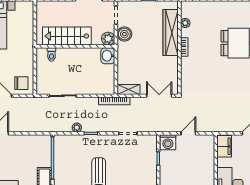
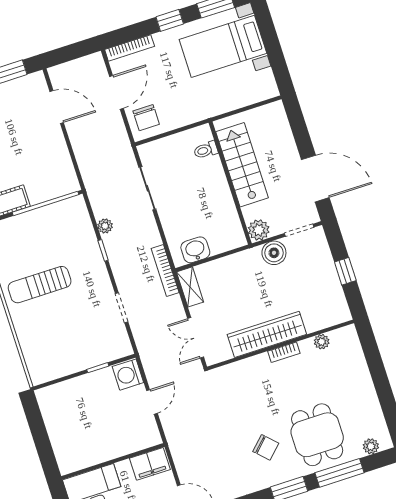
wardrobe: (171, 33) -> (267, 334), moved
washbasin: (108, 56) -> (195, 250), moved
chair: (236, 75) -> (266, 447), added
double door: (159, 96) -> (196, 338), swing flipped
door: (188, 133) -> (152, 402), hinge flipped

